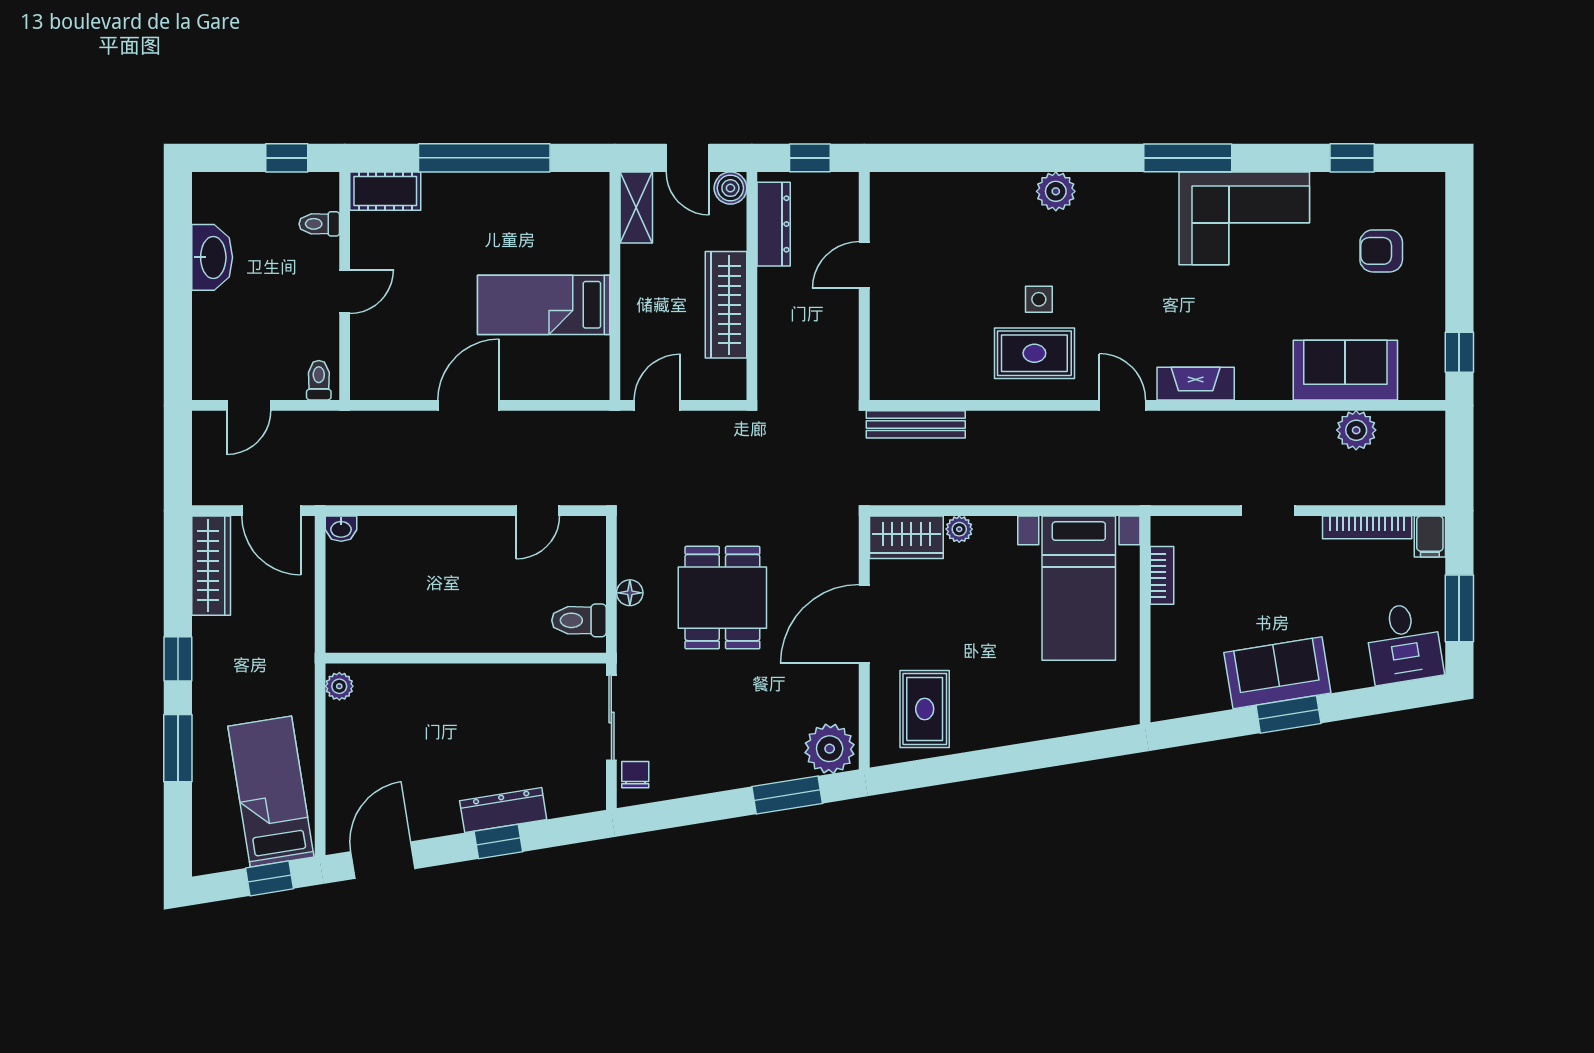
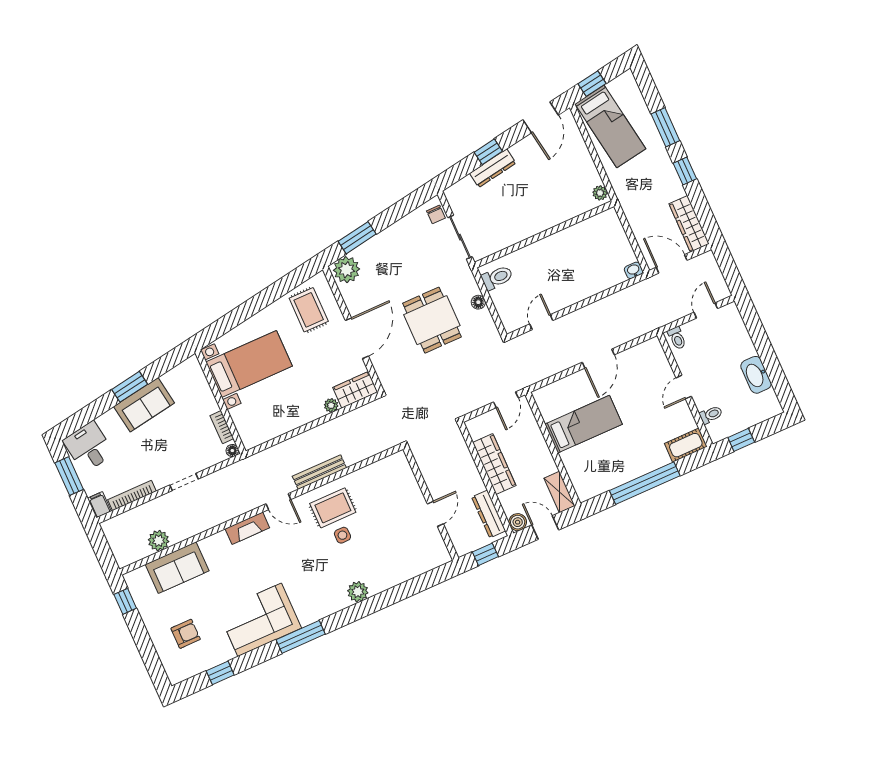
bench: (916, 424) -> (319, 472), moved
floor lamp: (1162, 527) -> (232, 451), added
bed with nightstands: (1079, 588) -> (249, 364), moved, turned 90

